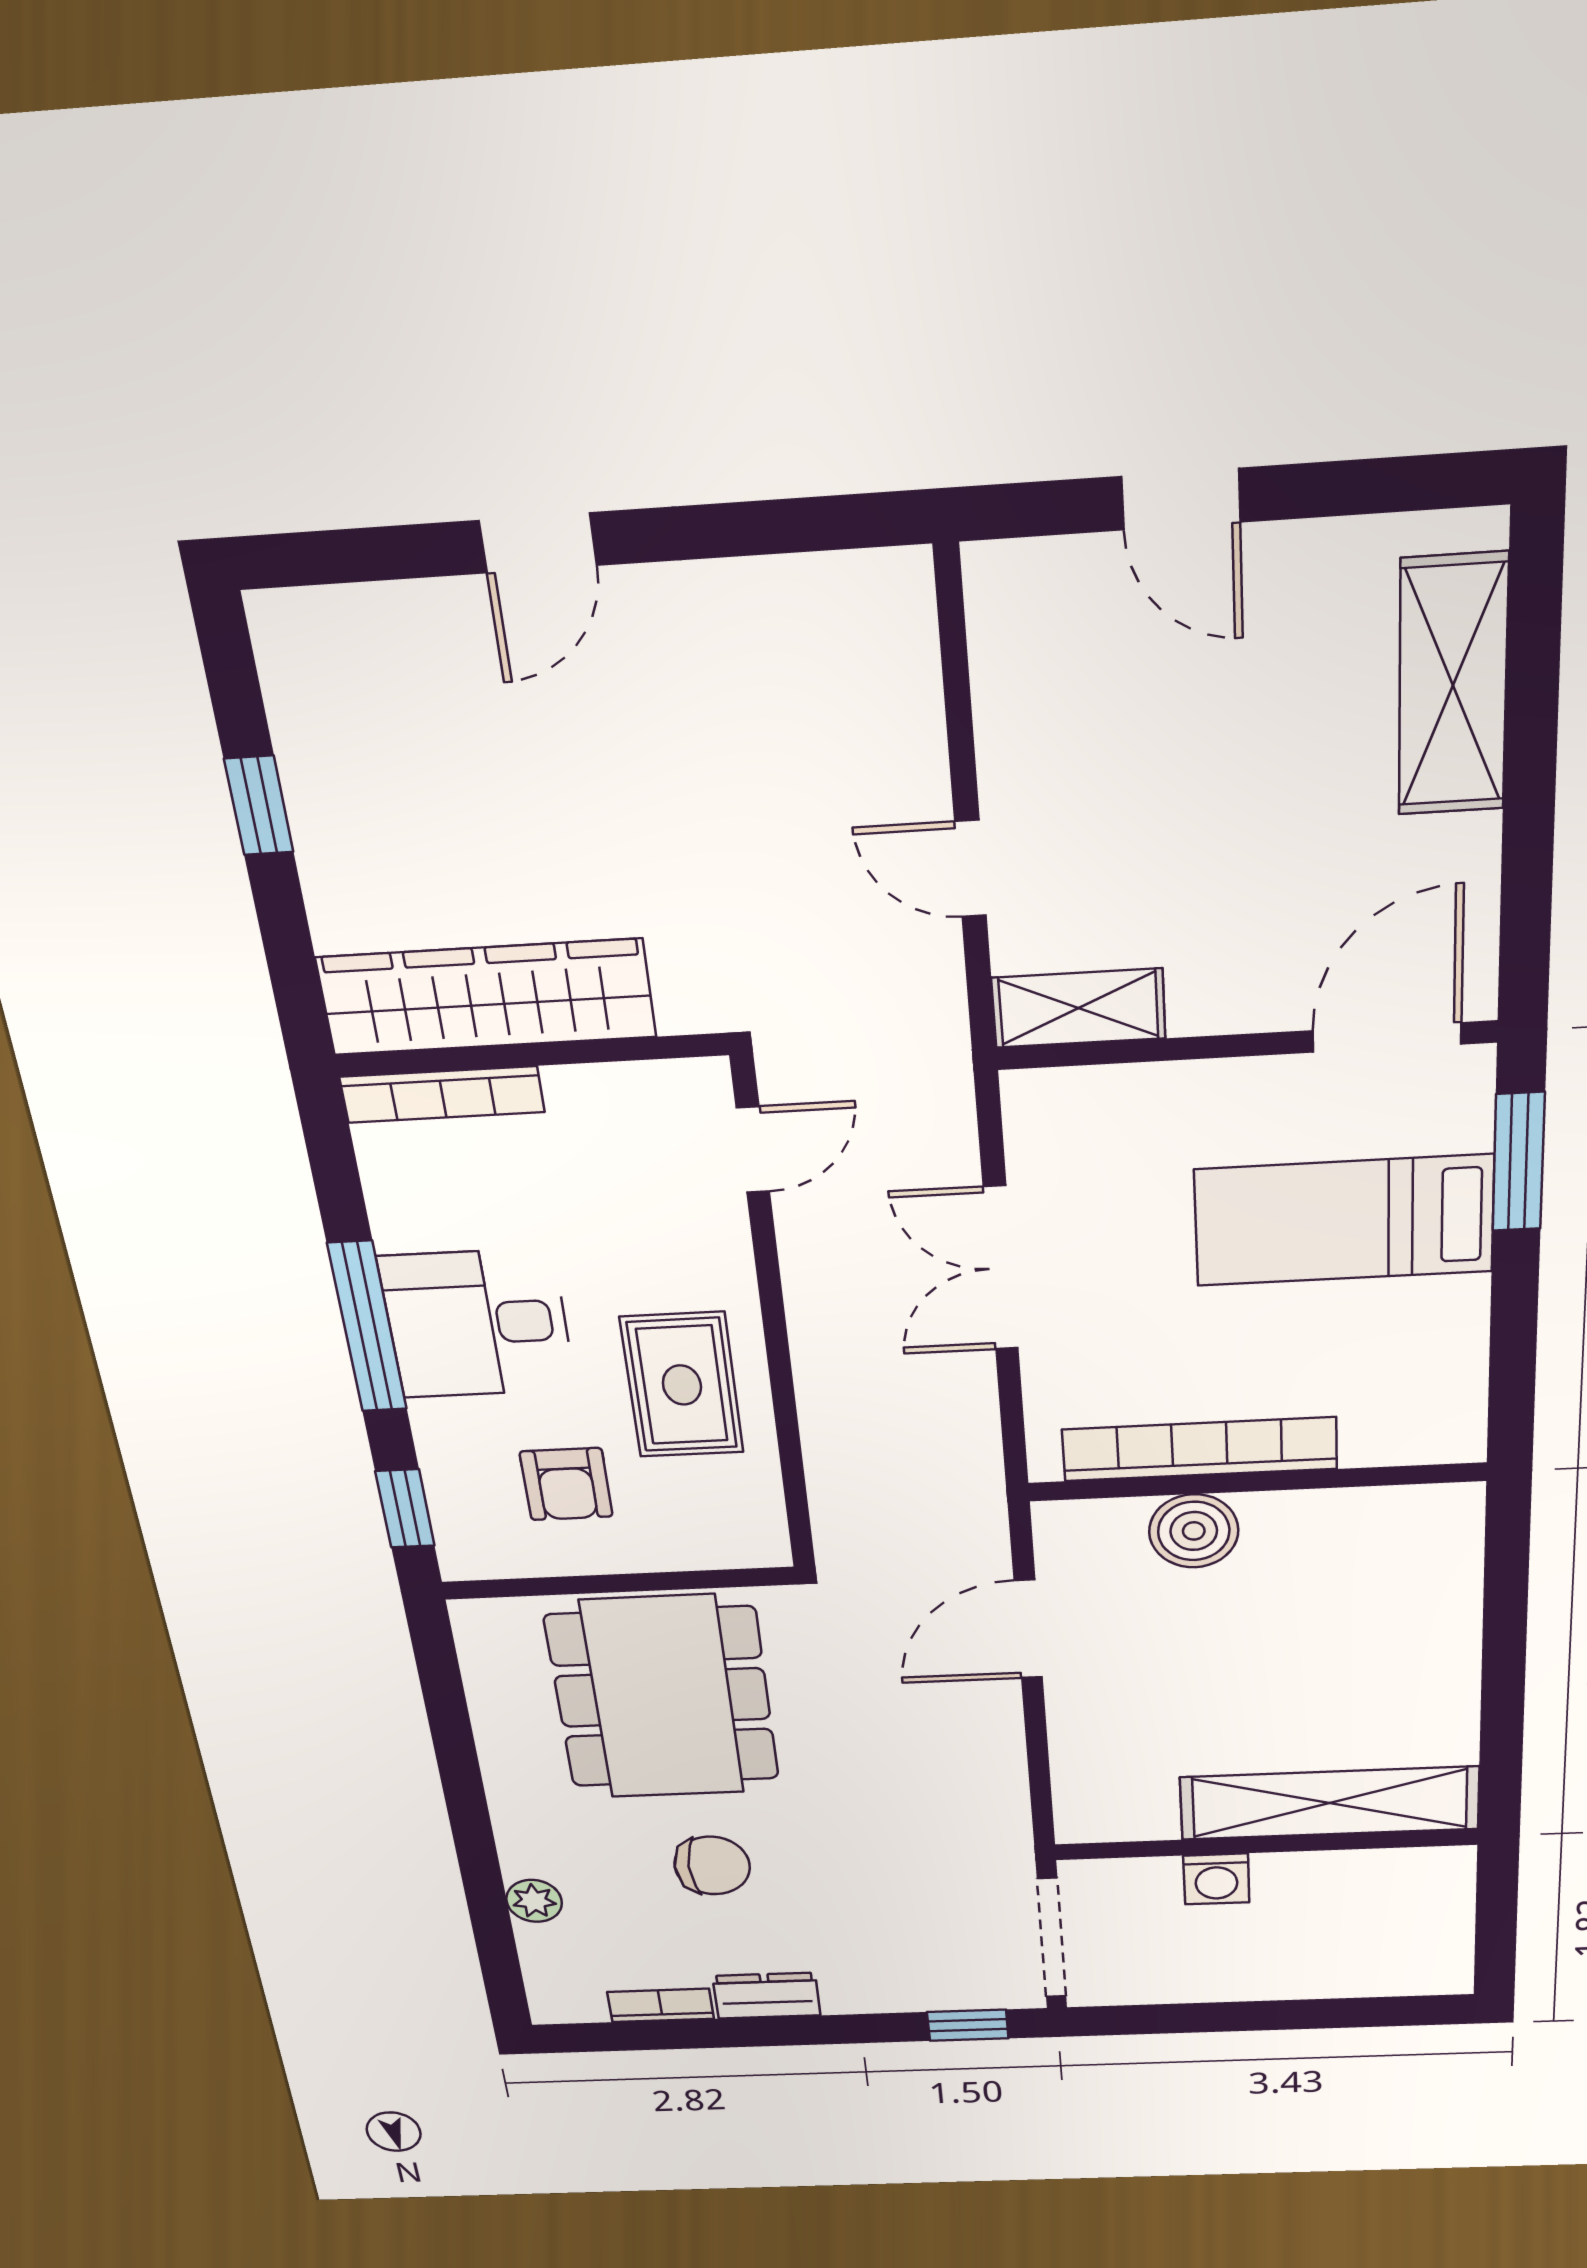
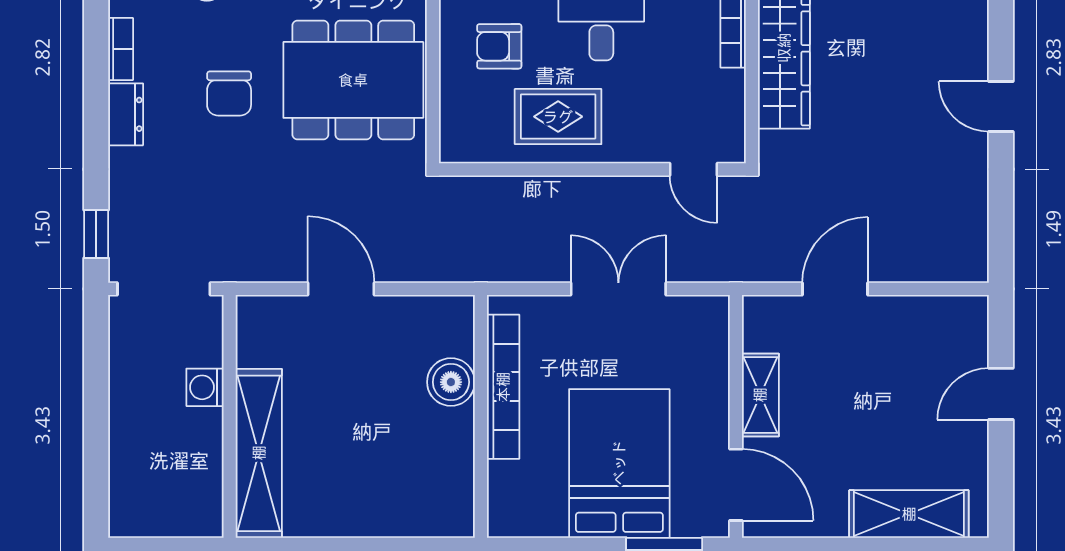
door: (971, 869) -> (835, 289), width x1.38
shelving: (1079, 1008) -> (760, 395), moved
bed: (1344, 1221) -> (619, 463), width x1.50
door: (1028, 1629) -> (341, 289), moved

